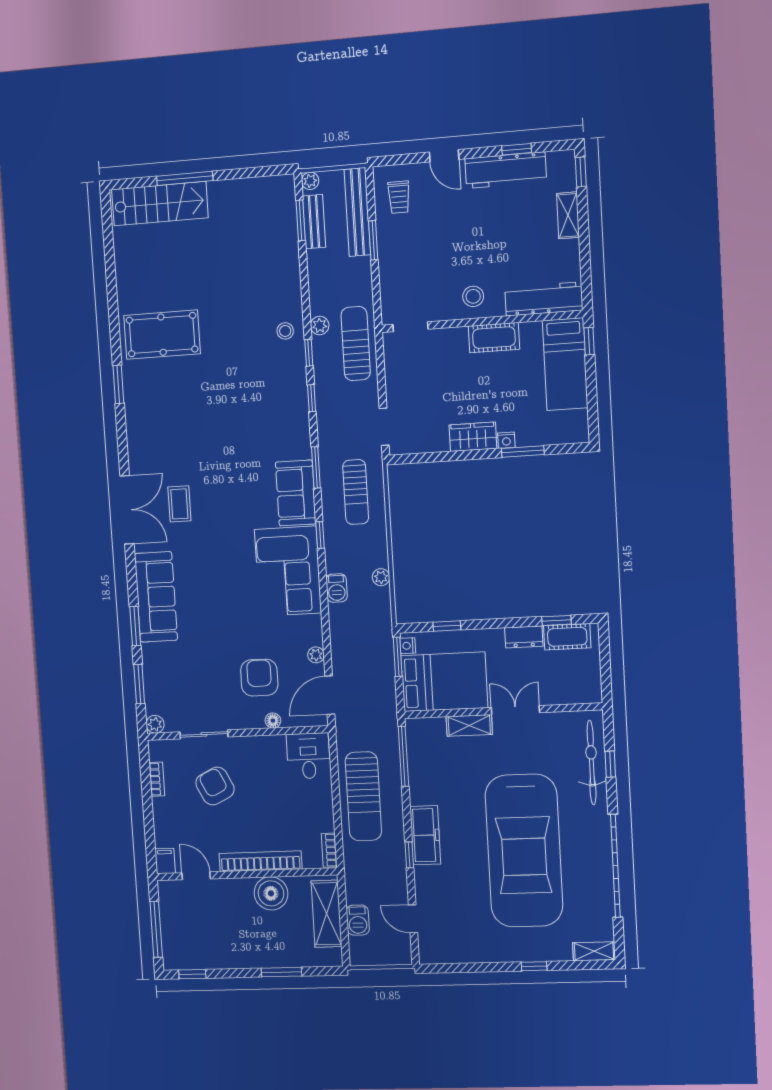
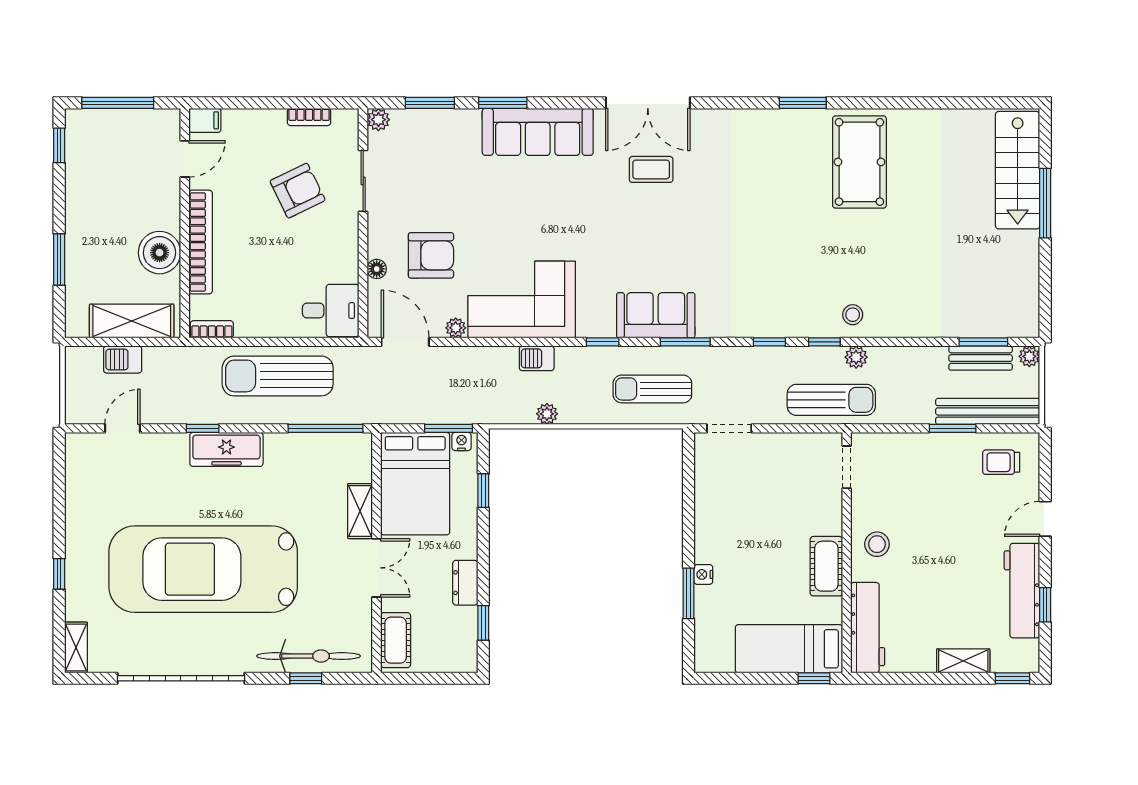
wardrobe: (473, 437) -> (710, 535), removed
corner sofa: (288, 571) -> (522, 300), moved
cot: (567, 637) -> (396, 640), moved

